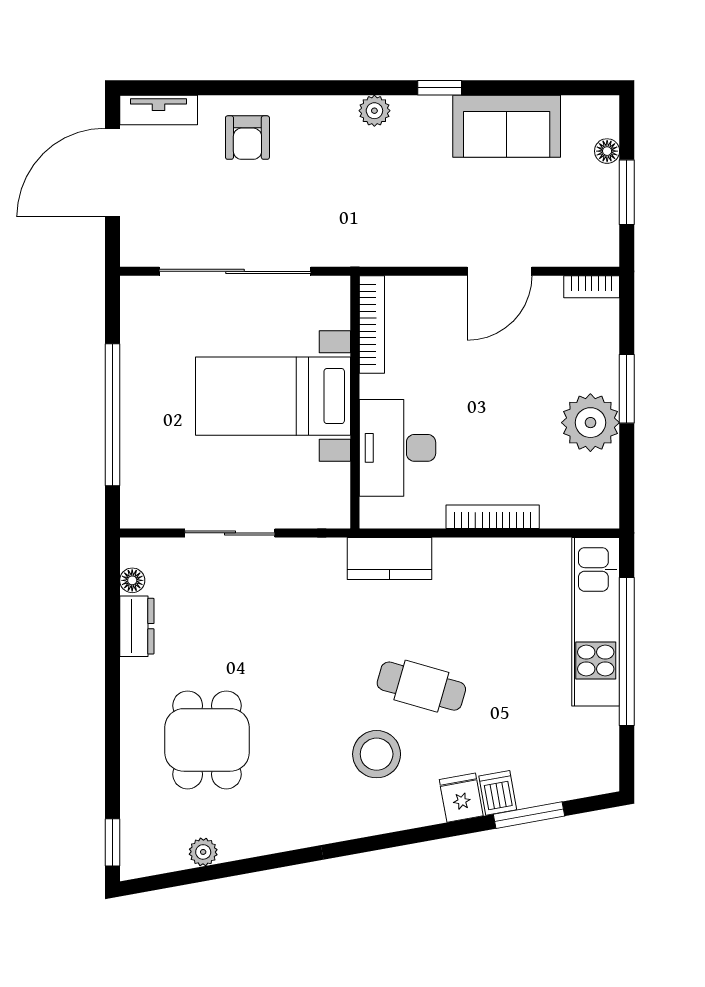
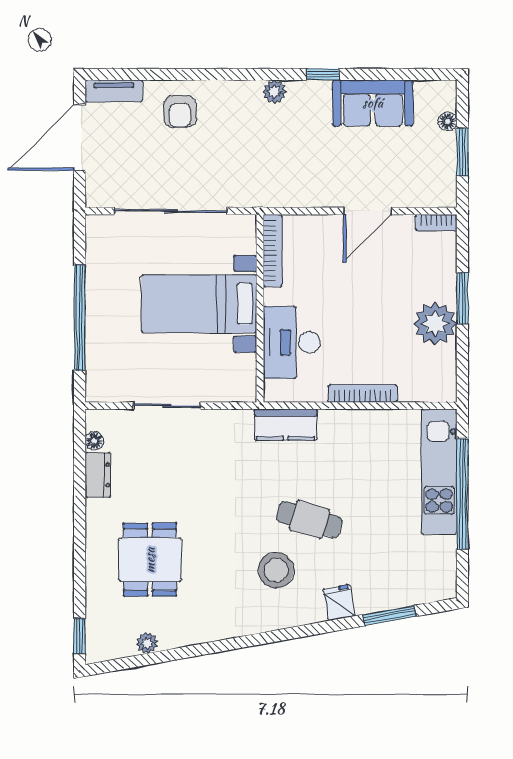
dishwasher: (498, 793) -> (366, 599), removed

